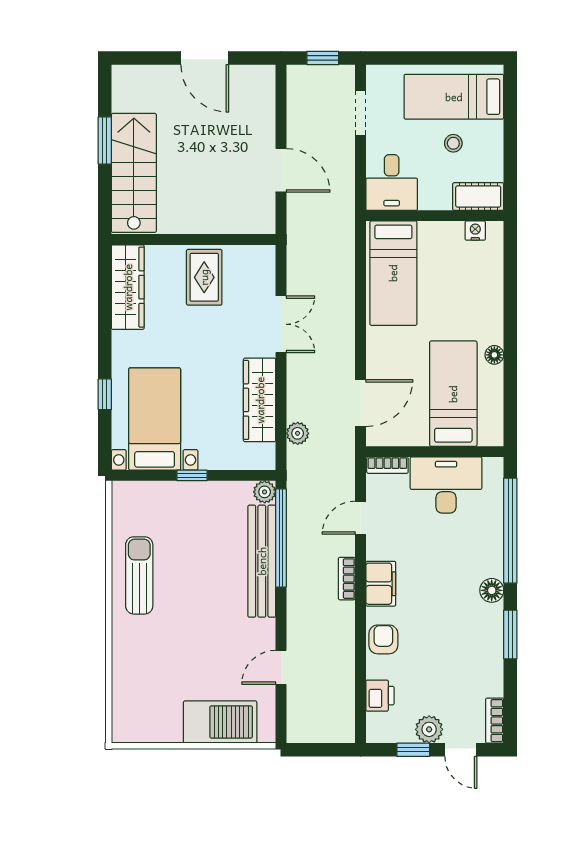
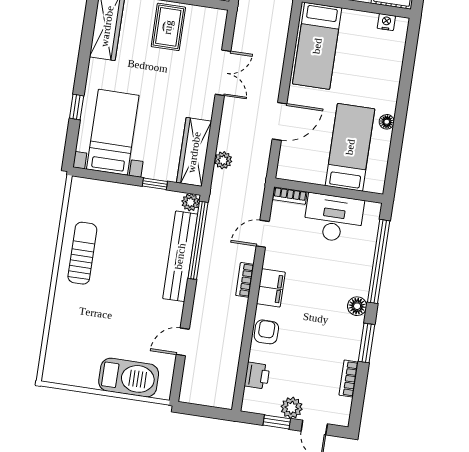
wardrobe: (260, 400) -> (194, 152), moved
door: (361, 403) -> (280, 121), moved
window: (192, 475) -> (155, 184), moved
bookcase: (495, 721) -> (349, 379), moved

